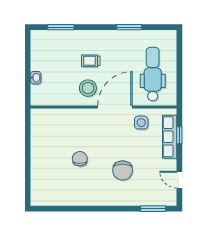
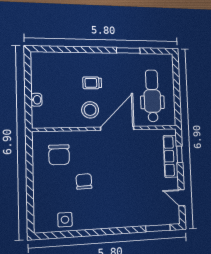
window: (61, 27) -> (61, 49), removed
side table: (141, 123) -> (65, 220), moved
chair: (123, 170) -> (59, 155), moved

